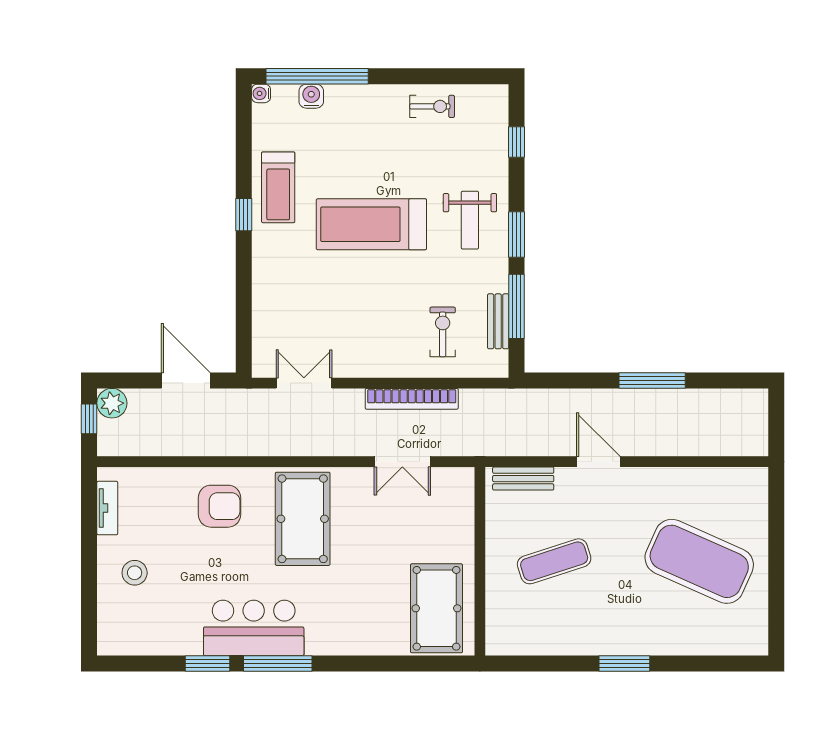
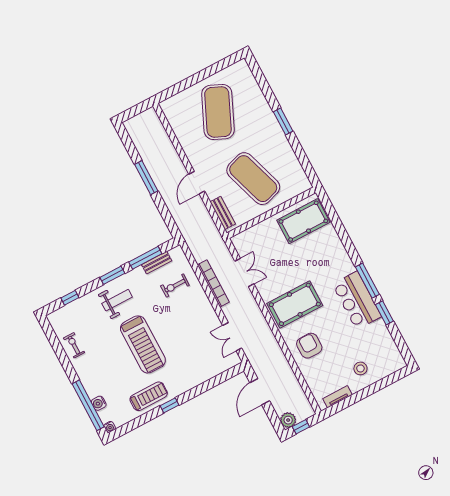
exercise mat: (554, 561) -> (253, 179), width x2.00, depth x1.45

